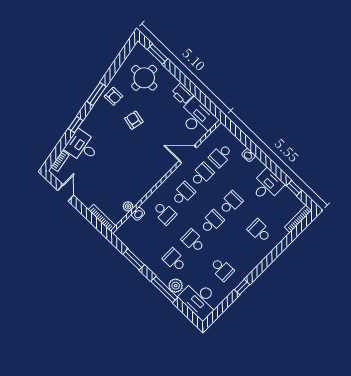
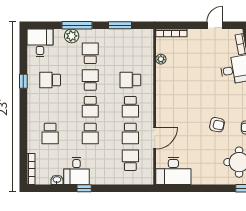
printer: (182, 94) -> (201, 177), removed
washbasin: (248, 155) -> (57, 180), moved
window: (294, 188) -> (84, 188), moved
door: (66, 193) -> (215, 25), swing flipped
washbasin: (138, 214) -> (149, 61), removed
school desk: (259, 231) -> (50, 133), turned 90
school desk: (193, 241) -> (90, 80), turned -90
school desk: (175, 260) -> (90, 53), turned -90
desk: (200, 299) -> (40, 43), width x0.73

